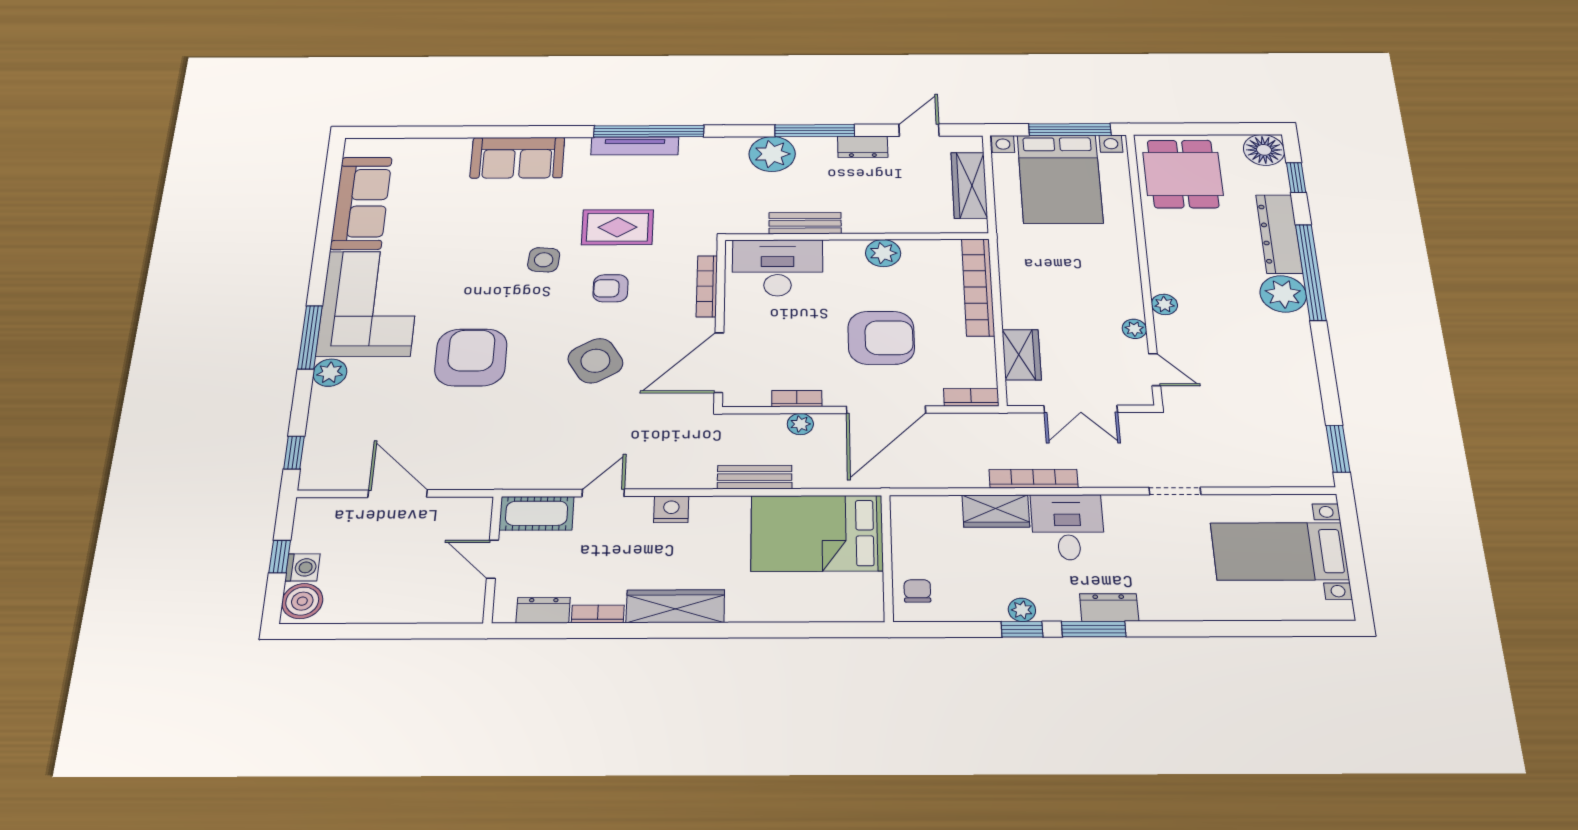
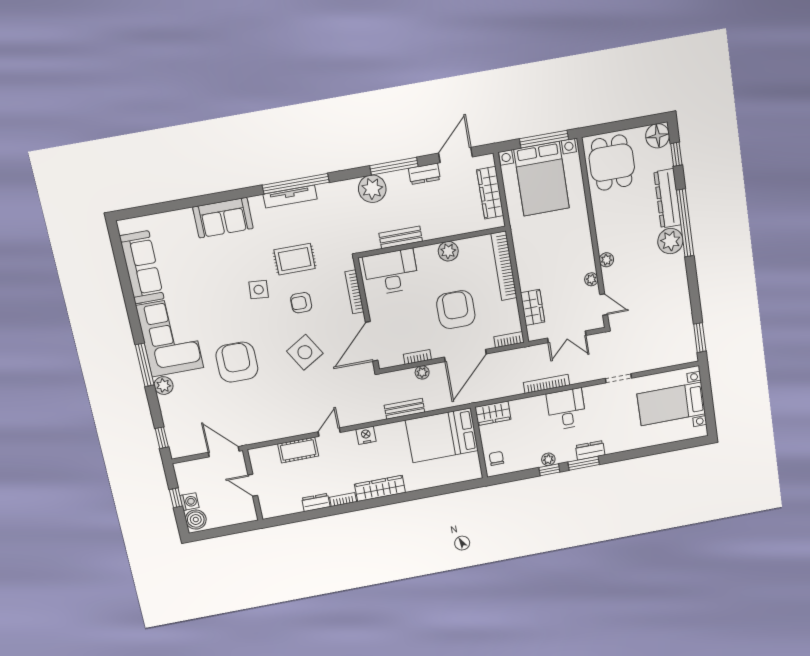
door: (919, 130) -> (455, 155), width x1.38
armchair: (881, 338) -> (456, 310), turned -90
wardrobe: (996, 511) -> (493, 413), moved
door: (492, 559) -> (253, 485), moved
wall: (492, 559) -> (253, 485), moved

